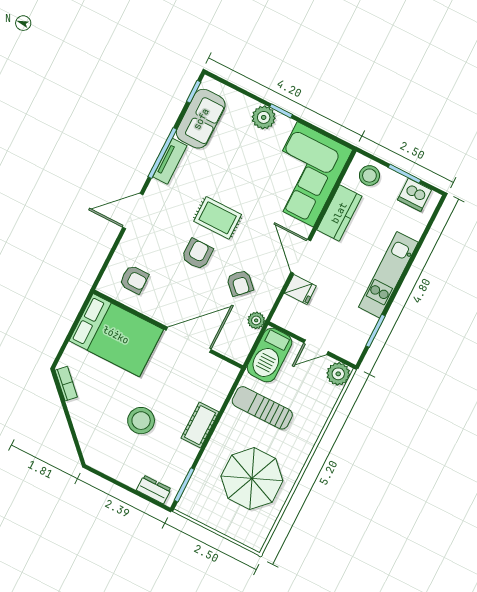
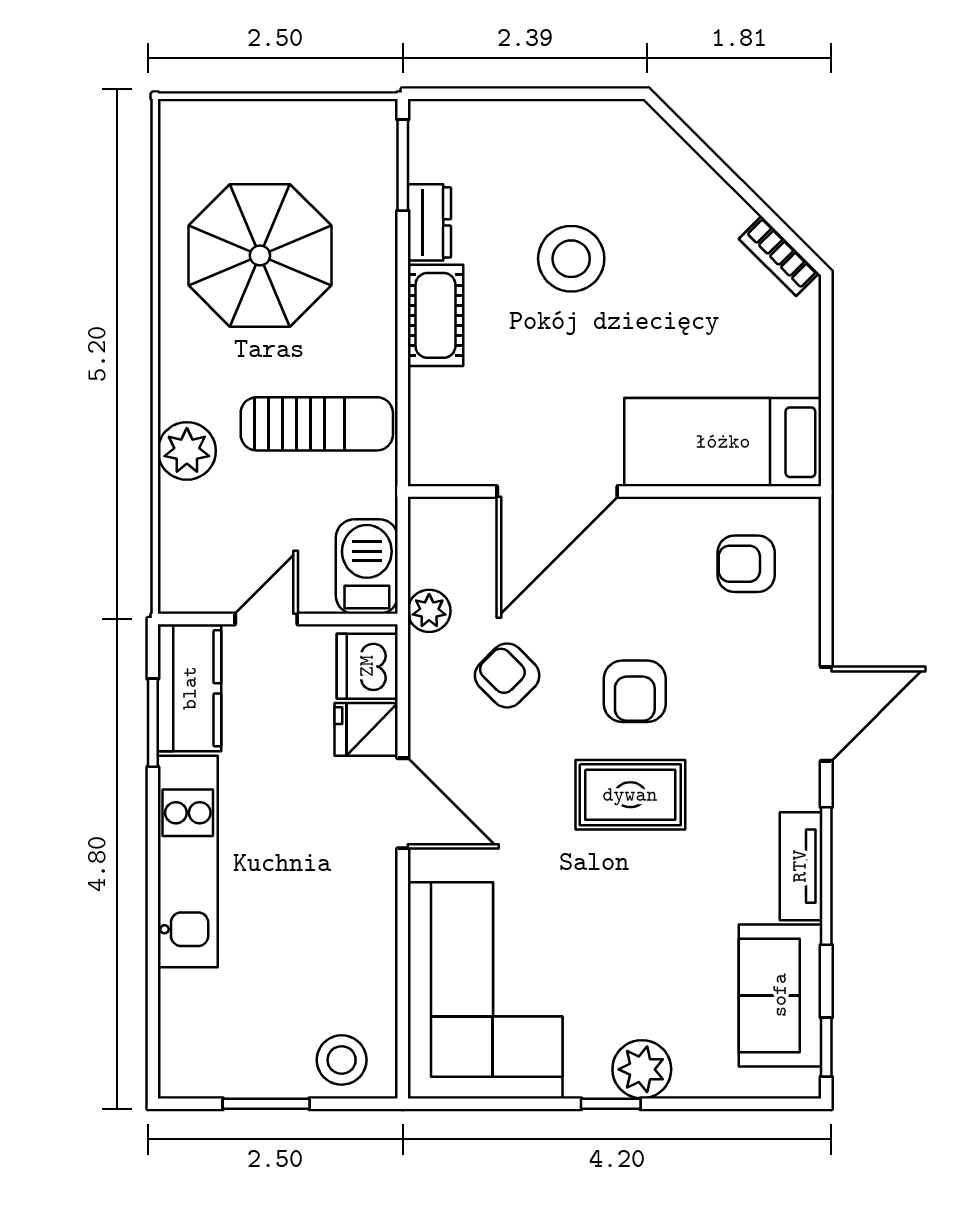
dishwasher: (415, 195) -> (367, 666), moved, turned -90
kitchen counter: (339, 213) -> (190, 688), moved, turned 180
bed: (116, 335) -> (723, 442), width x0.67
barbecue: (270, 355) -> (367, 567), width x0.73, depth x0.83
plant: (338, 374) -> (187, 451), moved
dresser: (154, 489) -> (429, 222), moved, turned -90

